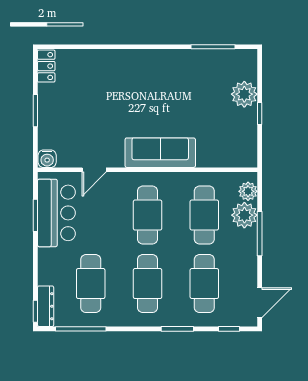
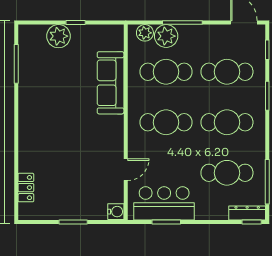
locker: (46, 66) -> (26, 188), moved, turned 90
sofa: (160, 153) -> (111, 83), moved
door: (94, 170) -> (126, 170), hinge flipped

